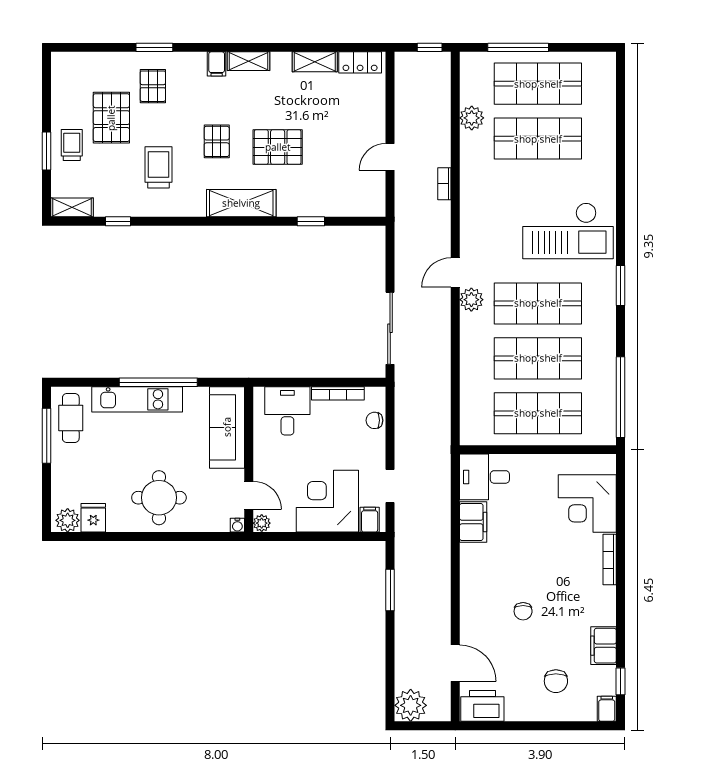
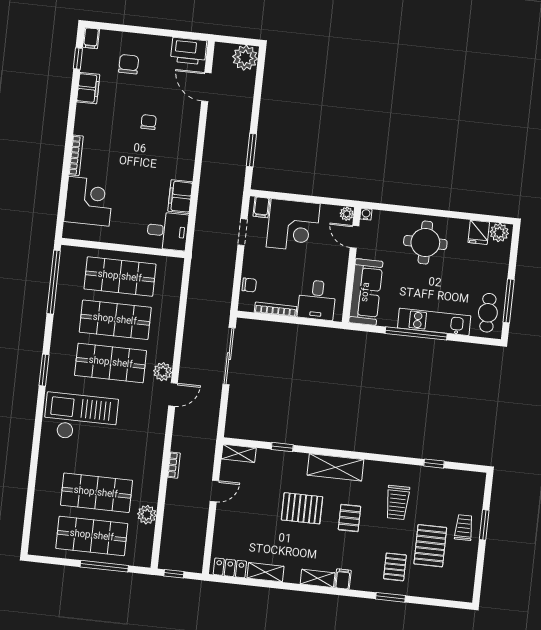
trolley: (72, 145) -> (464, 528), turned 180
shelving: (72, 207) -> (239, 453), moved

